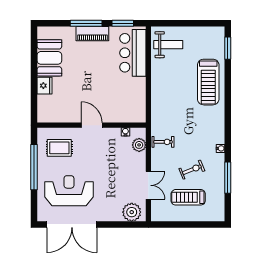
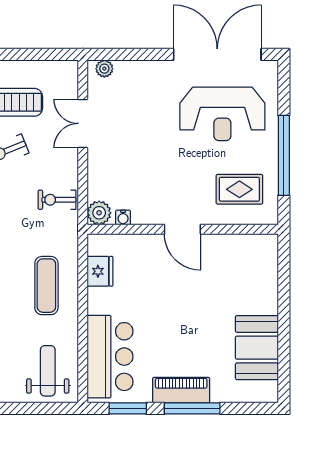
weight bench: (168, 45) -> (48, 371), turned 90
fridge: (44, 86) -> (100, 271), moved, turned 180
exercise mat: (169, 93) -> (46, 286), added
plant: (139, 145) -> (99, 213), moved
plant: (132, 212) -> (104, 69), width x0.53, depth x0.53

